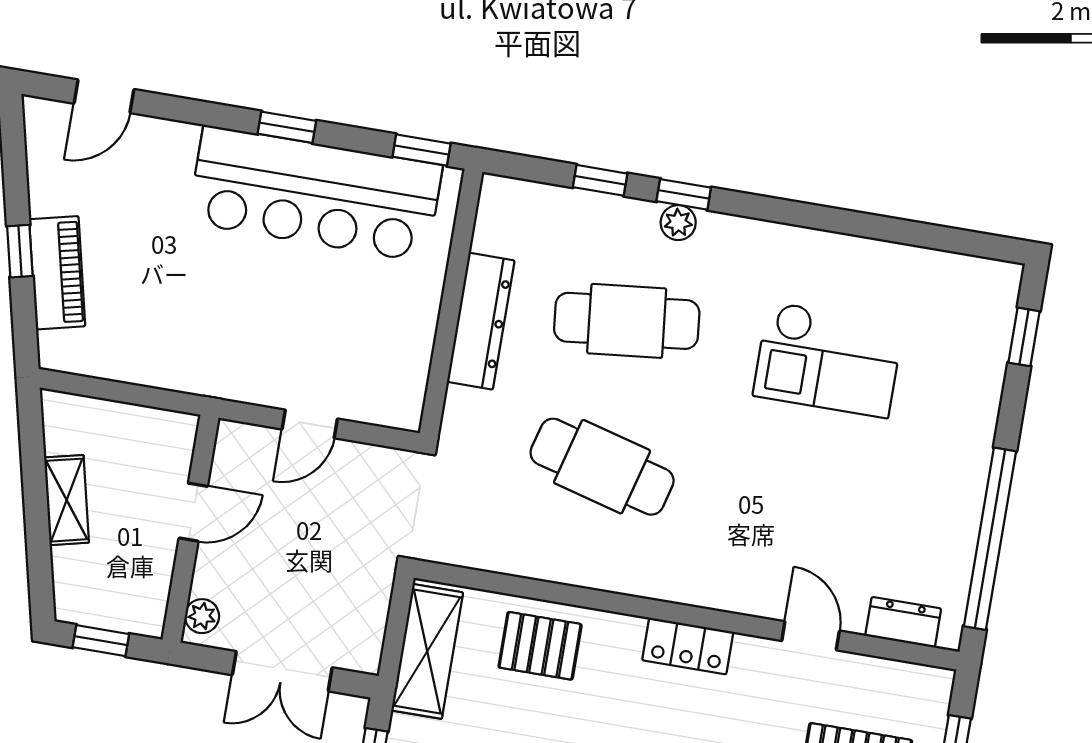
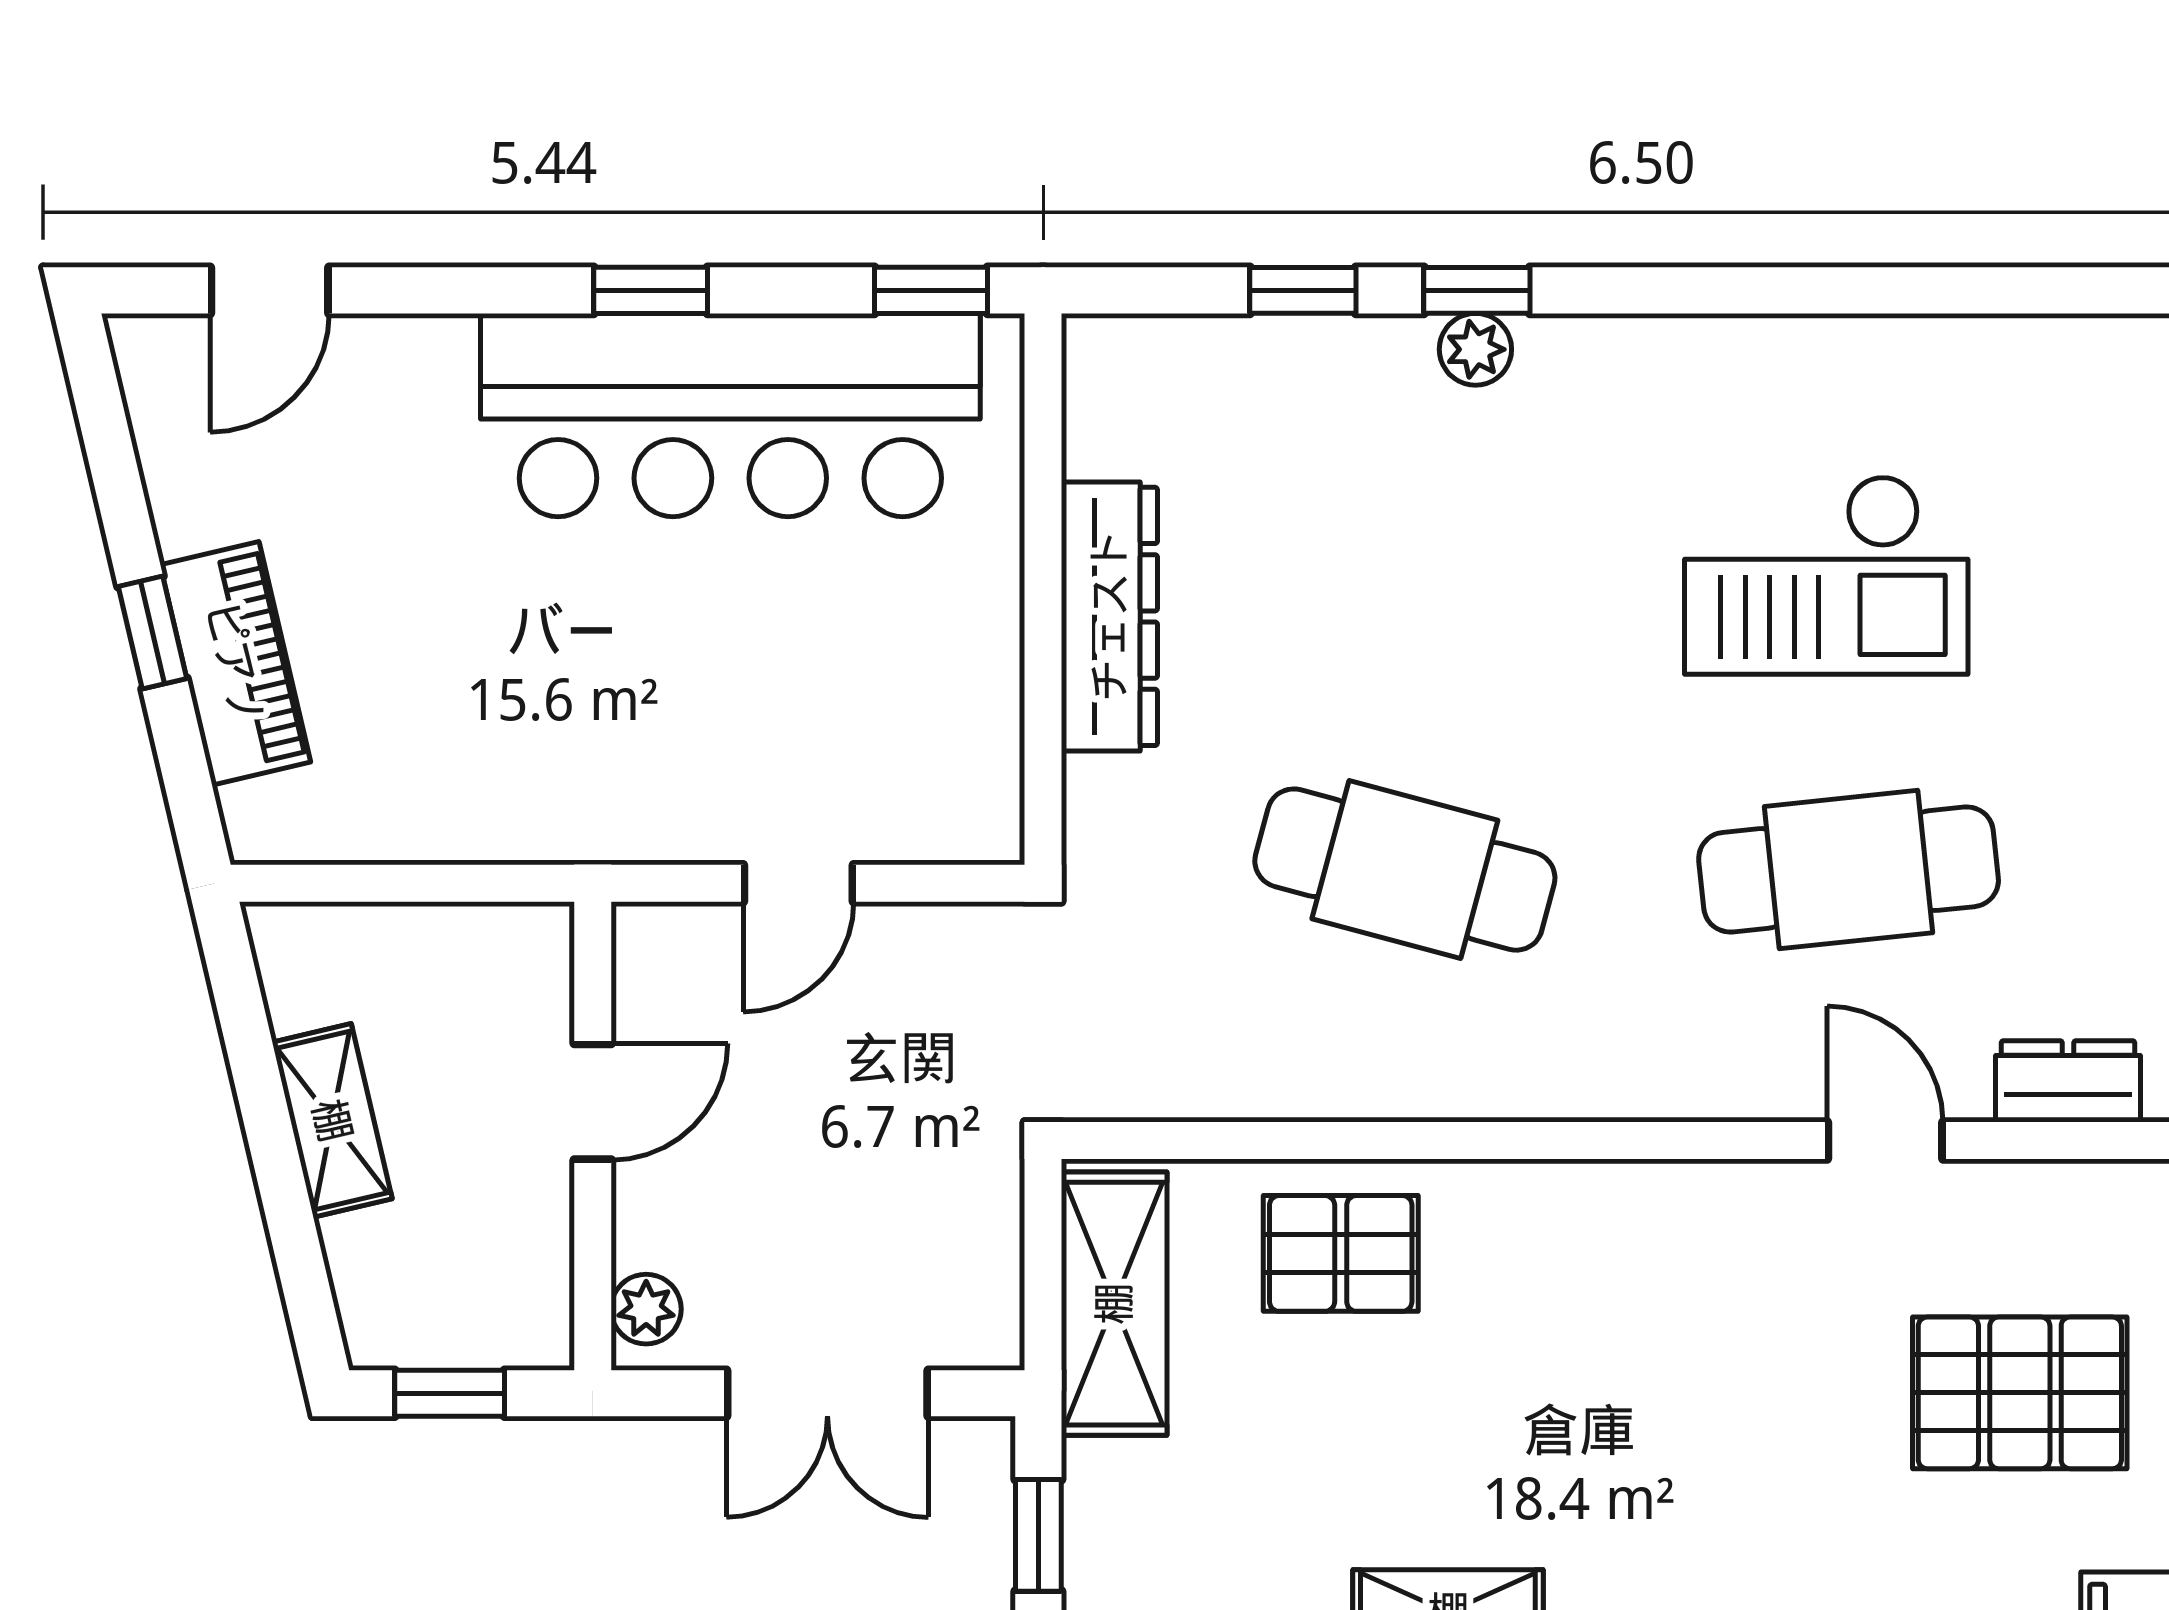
cafe table: (627, 321) -> (1849, 870), moved
locker: (688, 646) -> (1640, 1203), removed

